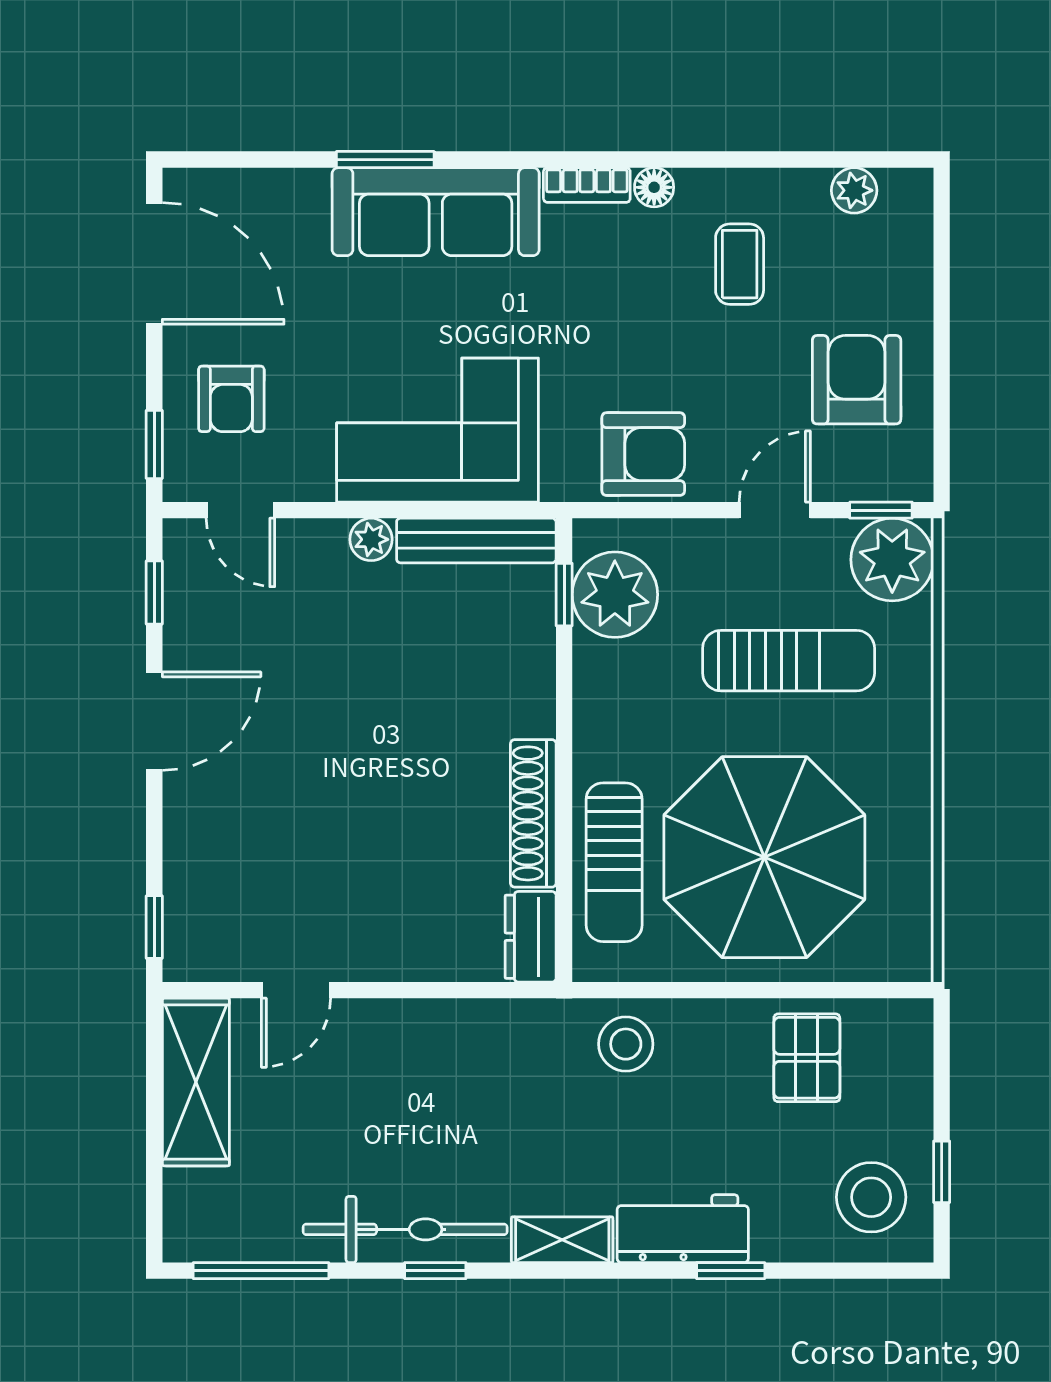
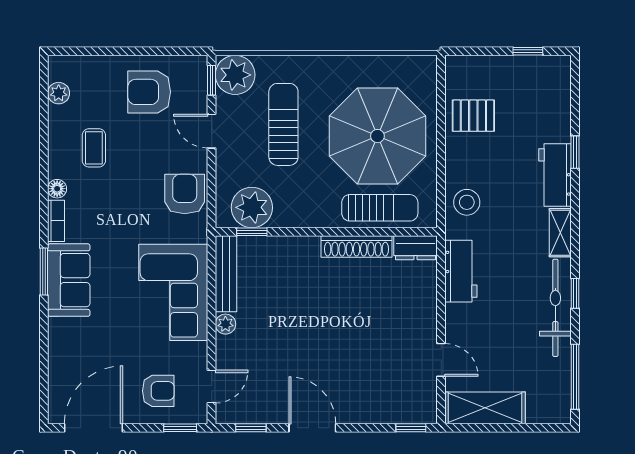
window: (385, 160) -> (44, 272), moved
sofa: (436, 212) -> (69, 280), width x0.73
coffee table: (740, 264) -> (94, 148), turned 90
workbench: (482, 1032) -> (461, 271), added
stool: (871, 1197) -> (540, 85), removed

